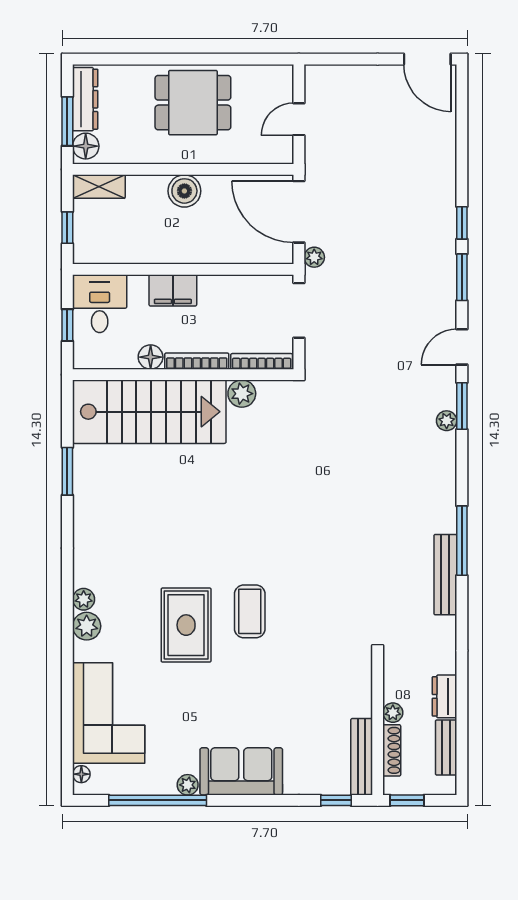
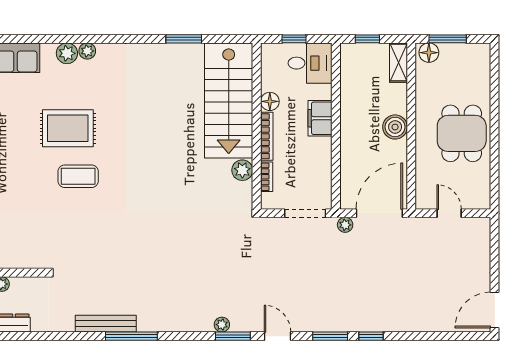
dresser: (85, 99) -> (464, 52), removed
bookcase: (262, 361) -> (267, 177), width x0.64

